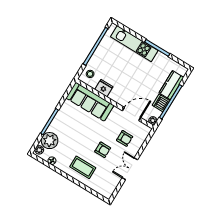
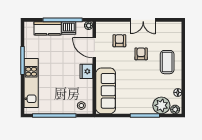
fridge: (104, 88) -> (86, 71), moved

